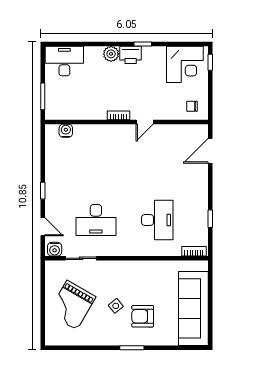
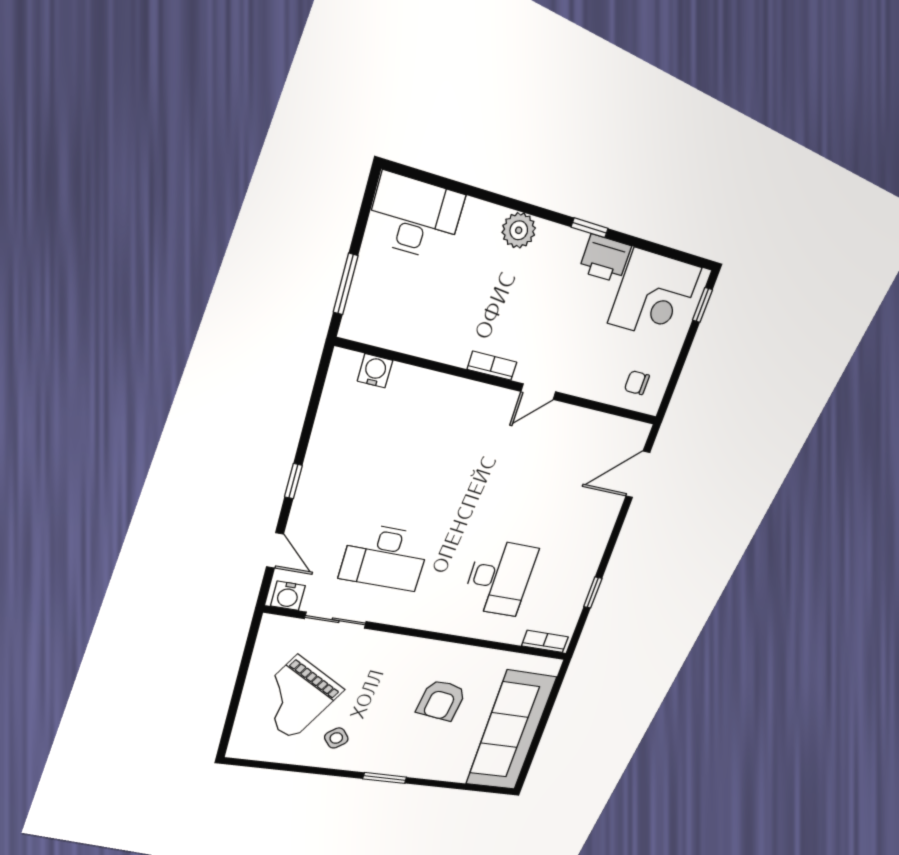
printer: (131, 55) -> (605, 259), moved
side table: (116, 306) -> (336, 738), moved
armchair: (143, 316) -> (441, 700), moved, turned -82

